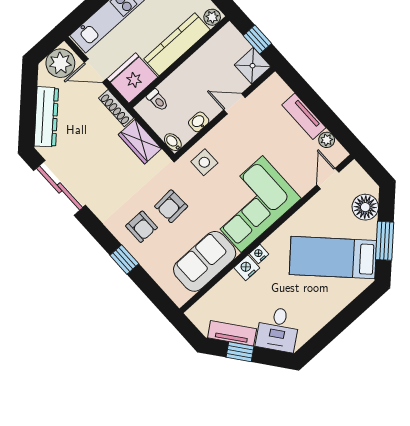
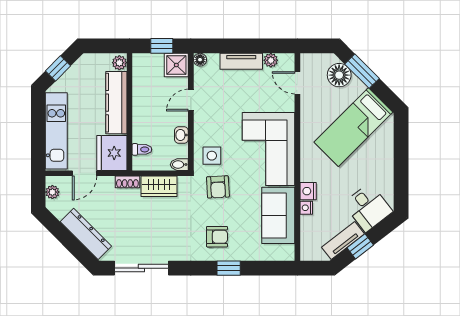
plant: (60, 63) -> (52, 192), width x0.53, depth x0.53
floor lamp: (275, 81) -> (200, 60), added
shoe rack: (116, 108) -> (127, 182), width x0.70
armchair: (171, 206) -> (218, 187), moved
window: (385, 241) -> (362, 71), moved
nightstand: (259, 254) -> (306, 208), moved

